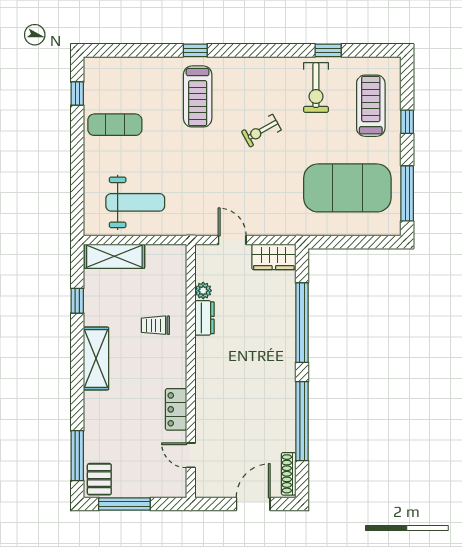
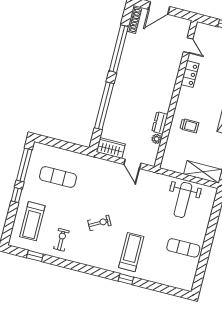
window: (328, 50) -> (35, 256), moved
exercise bike: (316, 88) -> (61, 240), width x0.73, depth x0.72
window: (77, 94) -> (200, 271), removed
window: (407, 122) -> (17, 195), moved
exercise mat: (347, 188) -> (58, 177), width x0.50, depth x0.69
weight bench: (135, 202) -> (183, 200), turned -90

